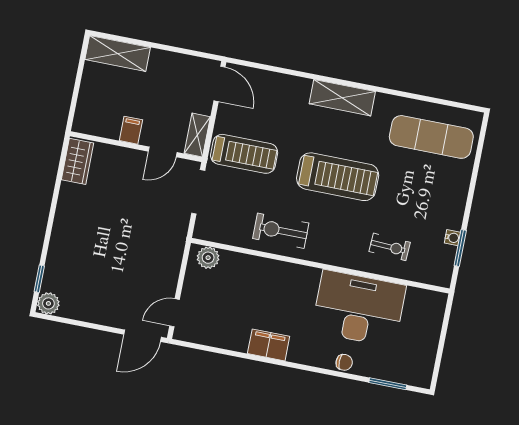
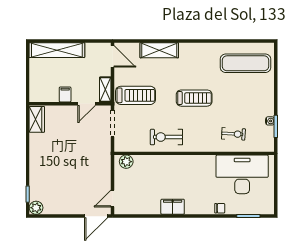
shelving: (118, 53) -> (57, 50), width x1.47
shelving: (342, 98) -> (159, 50), moved
treadmill: (338, 177) -> (194, 98), width x0.73, depth x0.73
desk: (359, 308) -> (242, 174), moved

